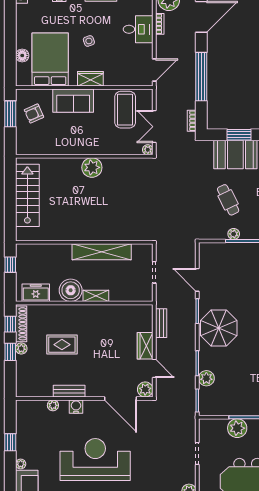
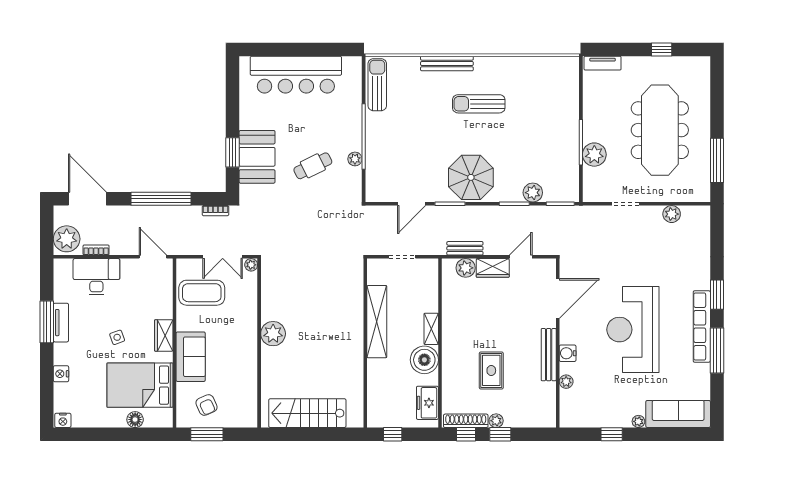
desk: (138, 29) -> (96, 277), width x1.37
plant: (145, 389) -> (466, 268), moved
bench: (69, 391) -> (549, 355), width x1.36

